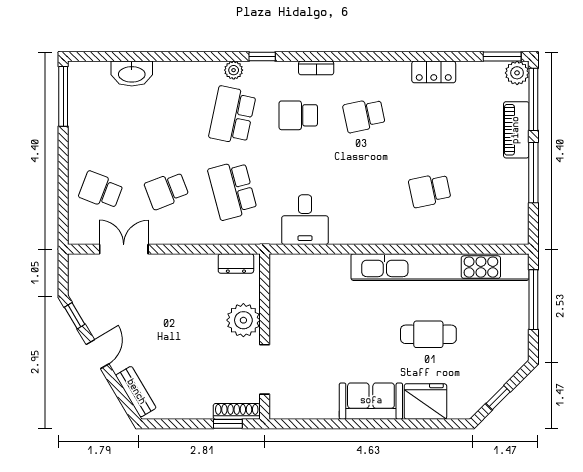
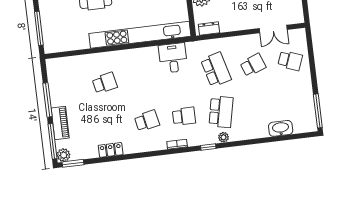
kitchen unit: (440, 267) -> (140, 35), moved

